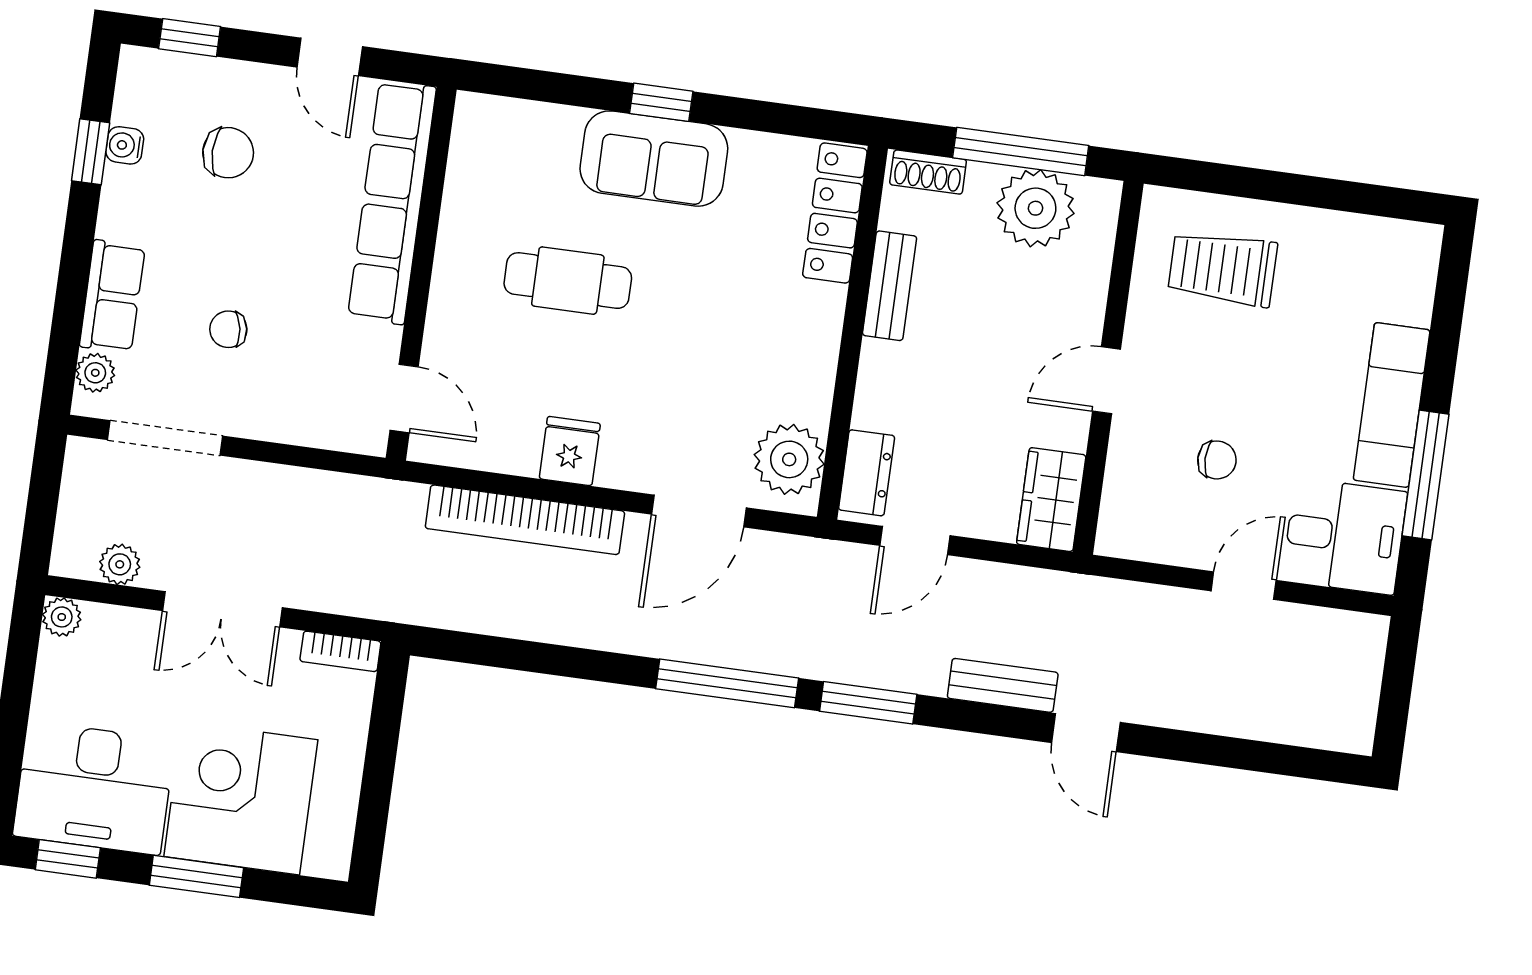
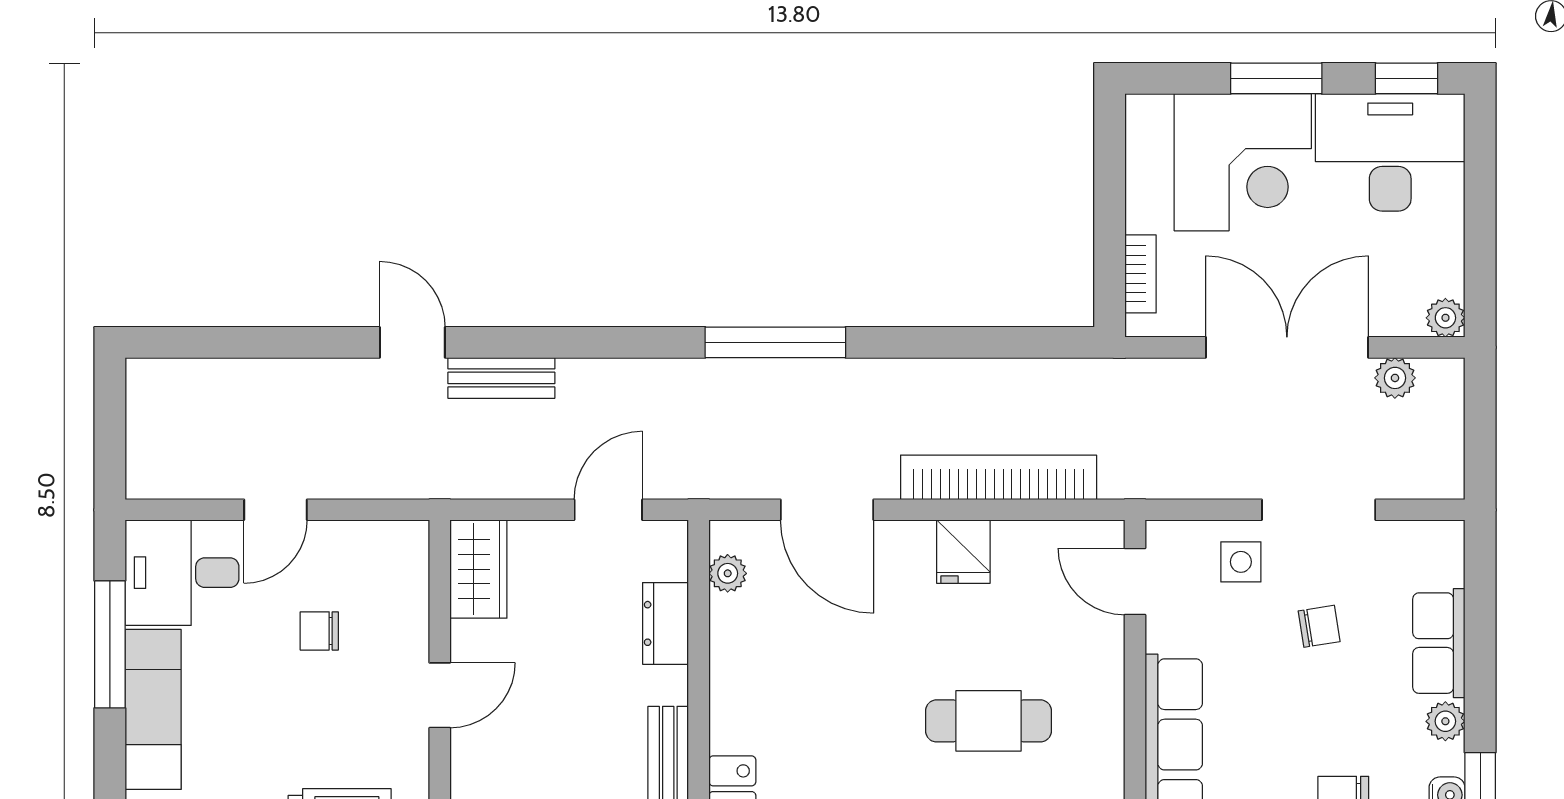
plant: (95, 373) -> (1445, 721), moved
side table: (297, 404) -> (1241, 562), added
doorway: (165, 438) -> (1319, 510), moved
plant: (789, 459) -> (728, 573), width x0.53, depth x0.53
dresser: (867, 473) -> (666, 623), moved
door: (699, 511) -> (827, 510), swing flipped
double door: (222, 609) -> (1287, 347), width x1.37
bookcase: (340, 651) -> (1141, 274), moved, turned 90
window: (868, 703) -> (633, 342), removed

